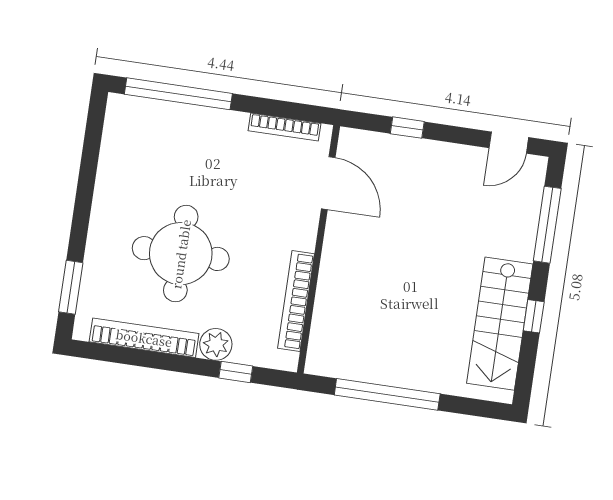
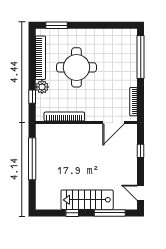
stairs: (500, 324) -> (87, 200), moved

